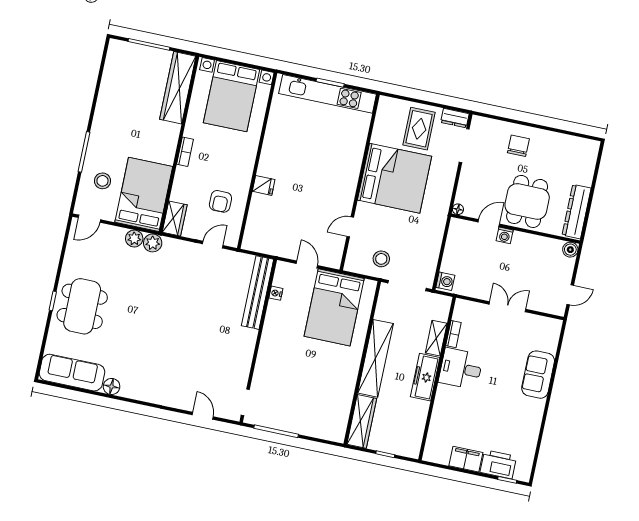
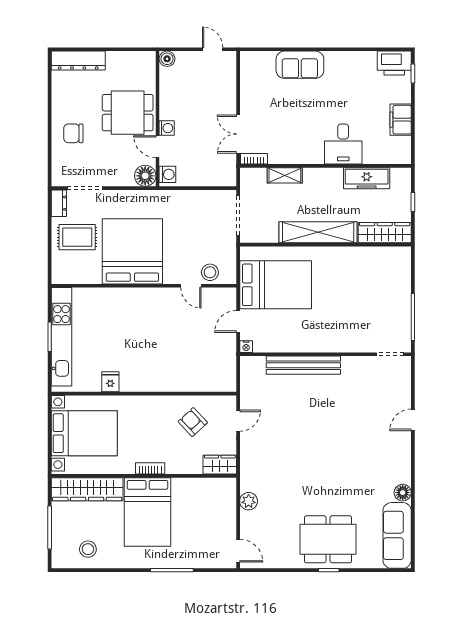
stool: (102, 181) -> (88, 549), moved
fridge: (264, 185) -> (110, 382), moved
bed: (144, 194) -> (148, 512), moved, turned -90
armchair: (220, 201) -> (193, 422), turned -133
floor lamp: (458, 209) -> (145, 176), width x1.89, depth x1.89
dresser: (577, 212) -> (78, 61), moved
plant: (153, 243) -> (249, 482), removed
door: (213, 245) -> (238, 421), swing flipped
stool: (381, 259) -> (210, 272), moved
washing machine: (445, 281) -> (167, 174), moved, turned 90
bench: (258, 293) -> (303, 365), moved
nightstand: (276, 293) -> (246, 347), moved
double door: (507, 307) -> (238, 134), moved
bookcase: (453, 334) -> (254, 159), moved
desk: (461, 369) -> (343, 144), moved
freezer: (425, 377) -> (367, 178), moved
door: (203, 416) -> (413, 420), moved
printer: (498, 464) -> (394, 63), moved, turned -90

